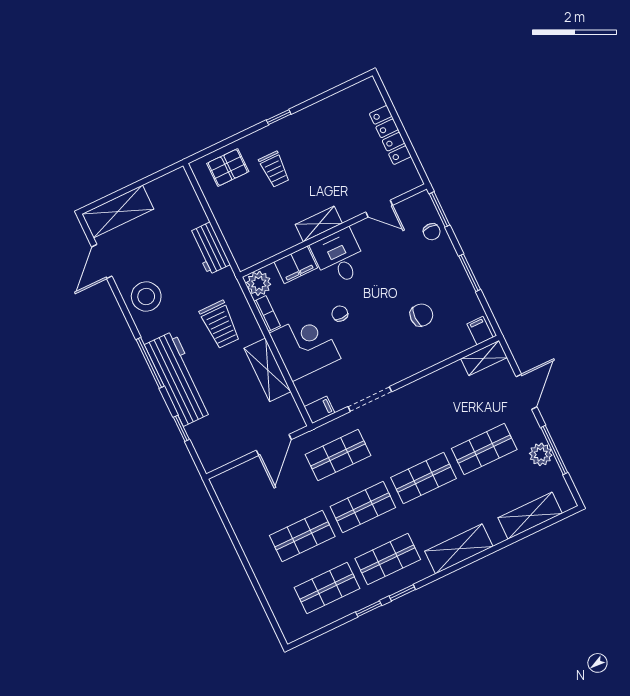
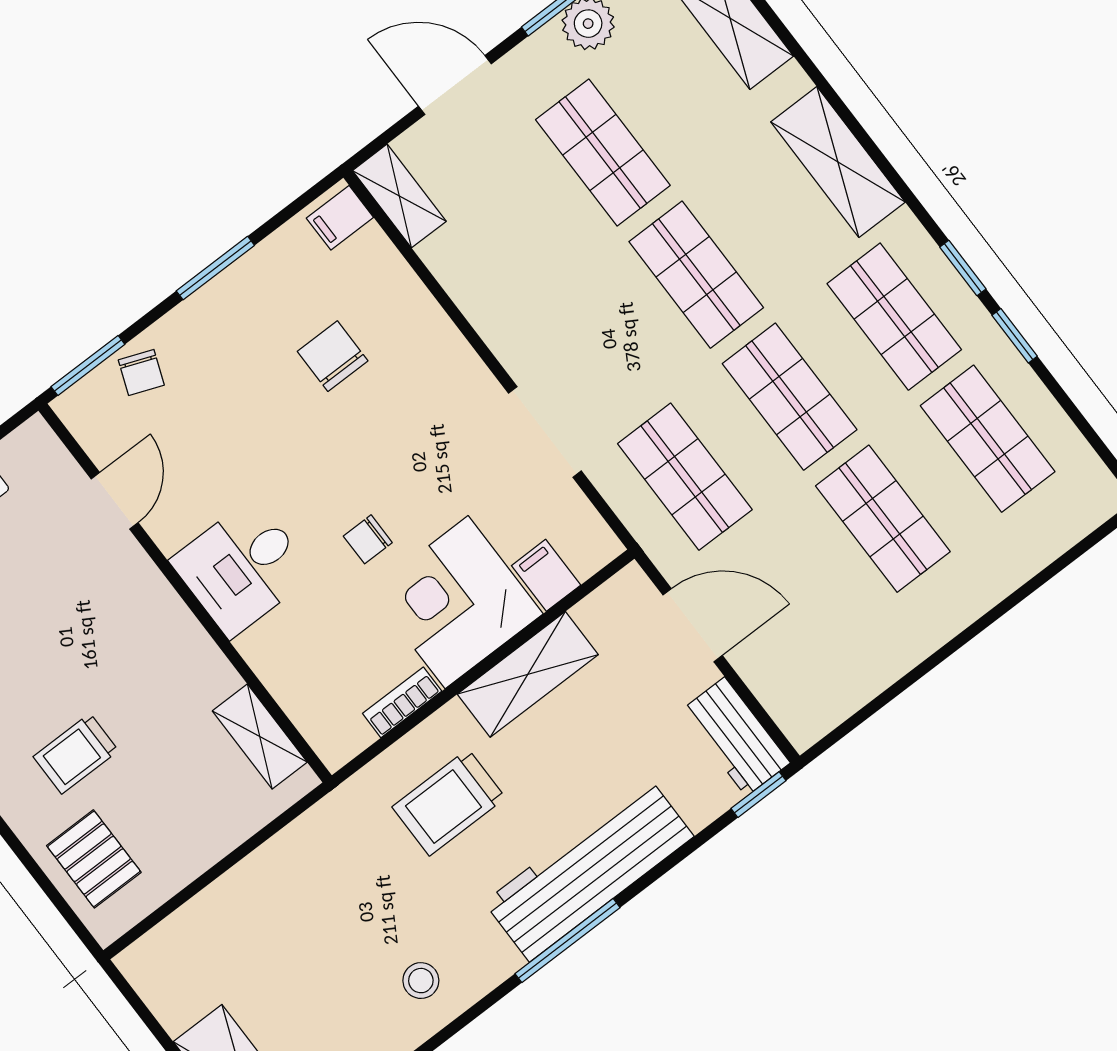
trolley: (274, 169) -> (76, 754), turned 180
shelving: (319, 224) -> (260, 737), moved
chair: (432, 232) -> (141, 372), turned 111
workbench: (209, 248) -> (735, 737), moved, turned 90
filing cabinet: (296, 265) -> (279, 661), removed
plant: (259, 283) -> (339, 735), removed
stool: (146, 296) -> (421, 981), width x0.53, depth x0.53
trolley: (220, 325) -> (449, 802), turned 180
filing cabinet: (319, 410) -> (546, 575), moved
window: (181, 428) -> (758, 795), moved

